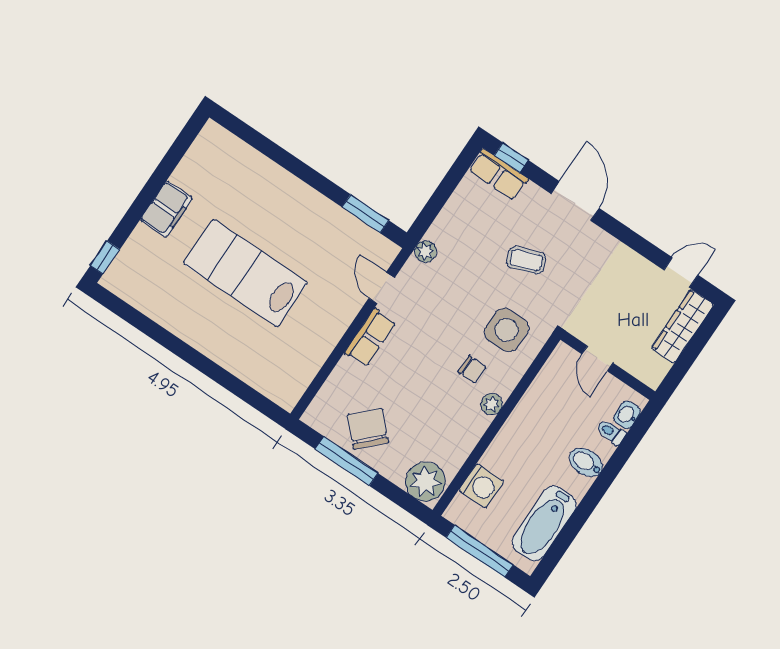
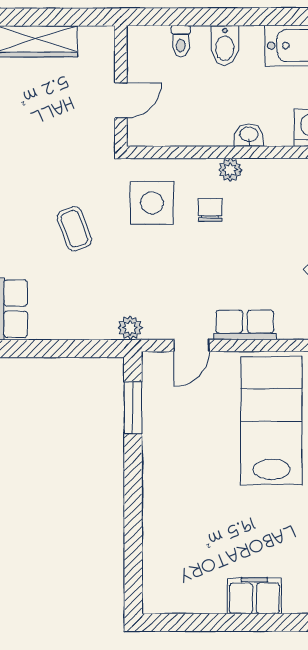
lab bench: (245, 273) -> (271, 421), moved, turned 180
washbasin: (627, 415) -> (249, 135), moved, turned 180

